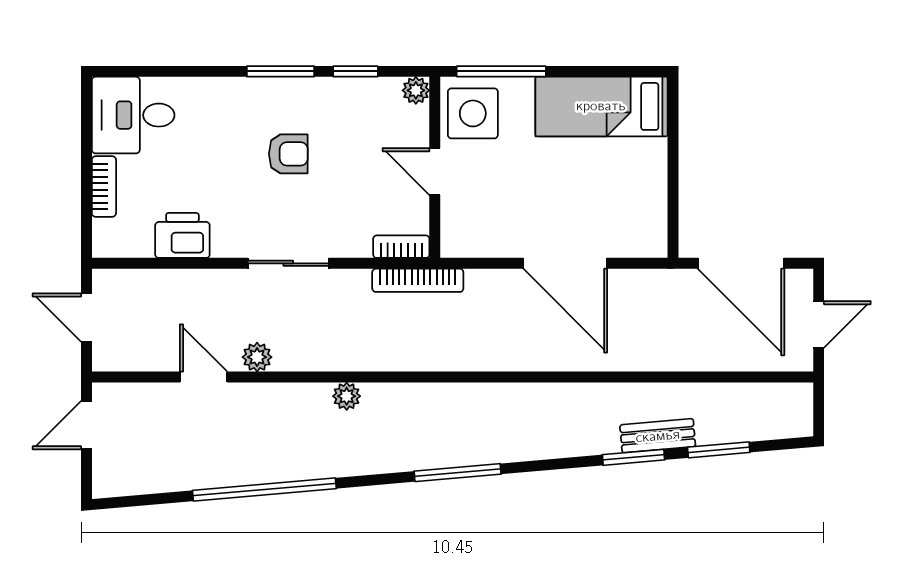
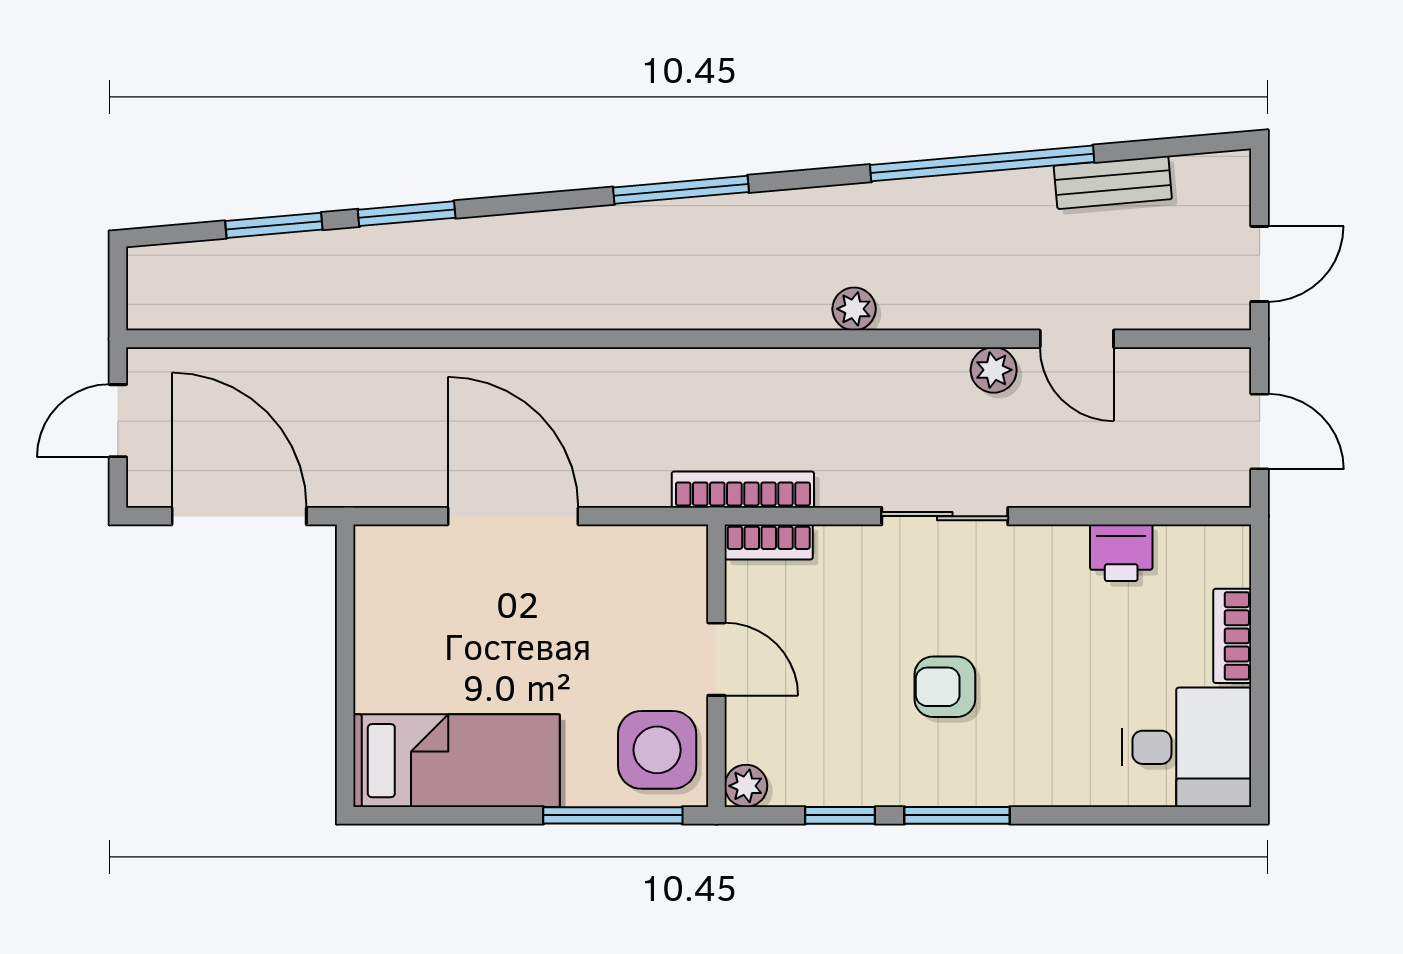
printer: (182, 235) -> (1121, 553), width x0.73, depth x0.81
bench: (658, 436) -> (1113, 182), moved

